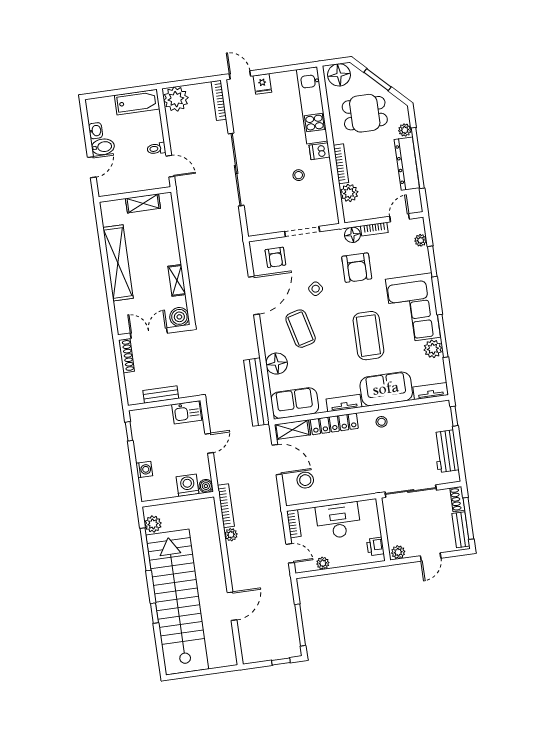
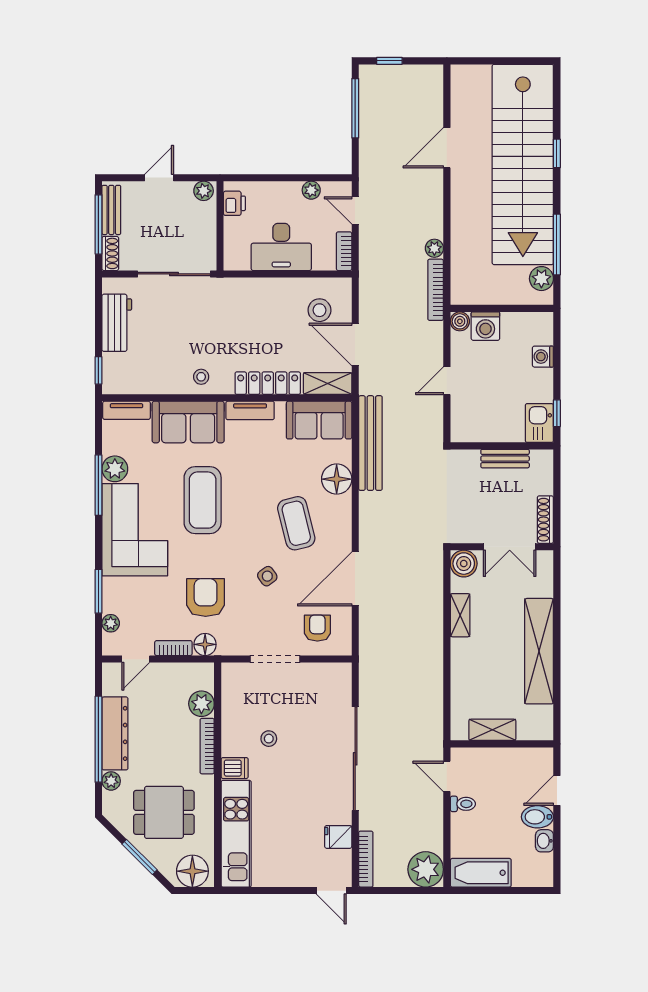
fridge: (262, 84) -> (338, 837), moved, turned -90
kitchen sink: (187, 412) -> (539, 423), moved, turned -90

